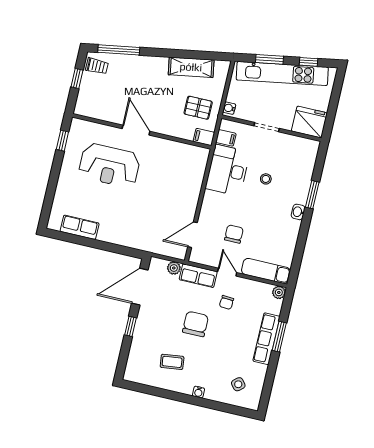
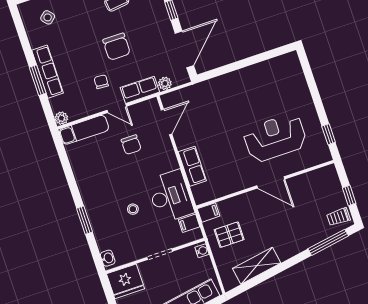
washbasin: (298, 212) -> (108, 258), moved
row of seats: (80, 227) -> (192, 166), moved, turned -90

